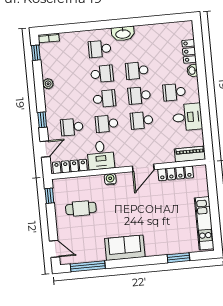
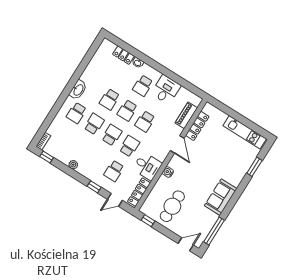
school desk: (107, 124) -> (129, 146), turned 180
door: (45, 149) -> (115, 200), swing flipped
piano: (190, 154) -> (186, 115), moved
cafe table: (81, 208) -> (172, 206), width x1.37, depth x1.35

